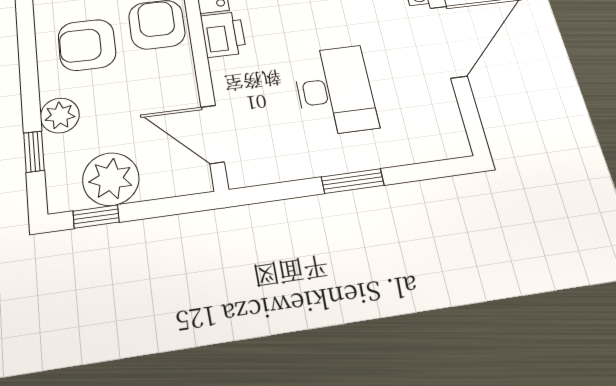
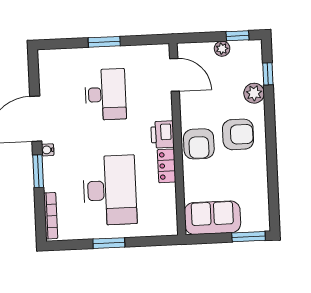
desk: (334, 90) -> (105, 94), turned 180
plant: (111, 179) -> (222, 49), width x0.53, depth x0.53

